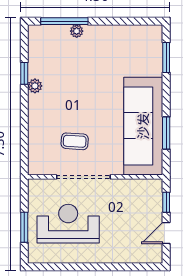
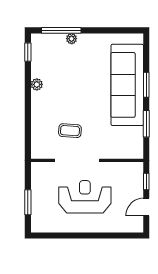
window: (166, 58) -> (146, 85), moved
window: (24, 73) -> (28, 52), moved
sofa: (143, 126) -> (127, 85), moved
reception desk: (68, 224) -> (85, 197), moved

